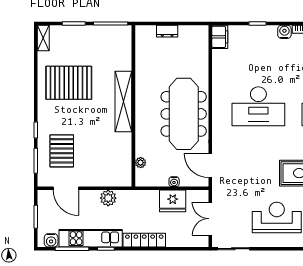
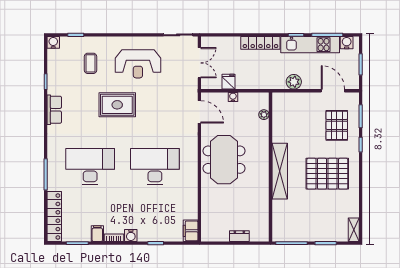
pallet: (69, 83) -> (327, 174), moved
meeting table: (184, 114) -> (224, 160), width x0.73
fridge: (173, 201) -> (229, 82), width x0.53, depth x0.75

